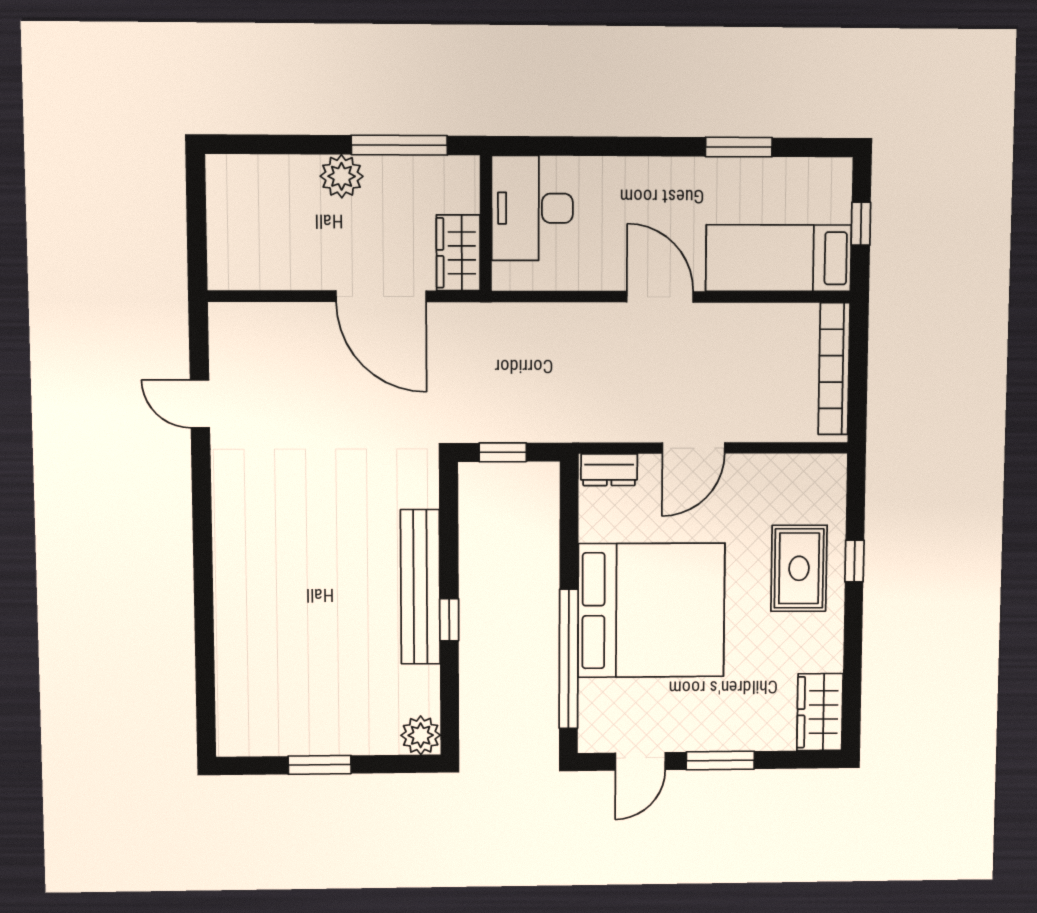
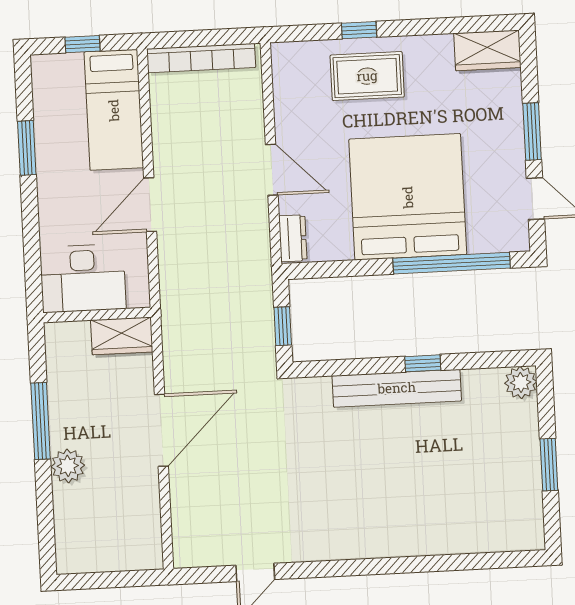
desk: (532, 208) -> (83, 278), moved
wall: (486, 223) -> (97, 315), moved
wardrobe: (458, 253) -> (122, 336), moved

